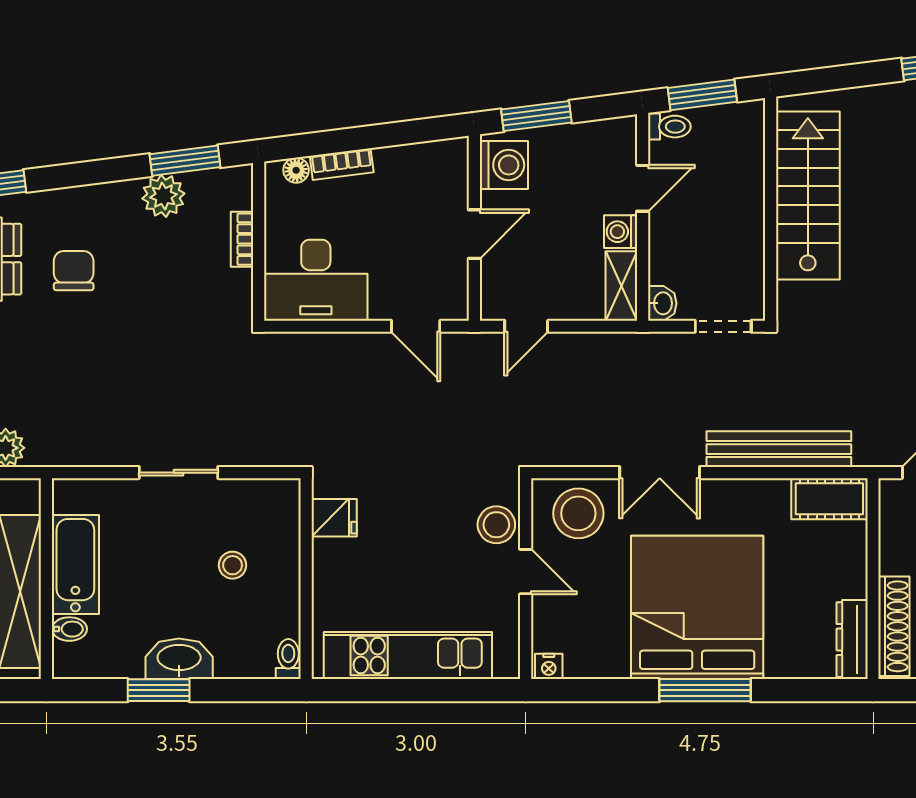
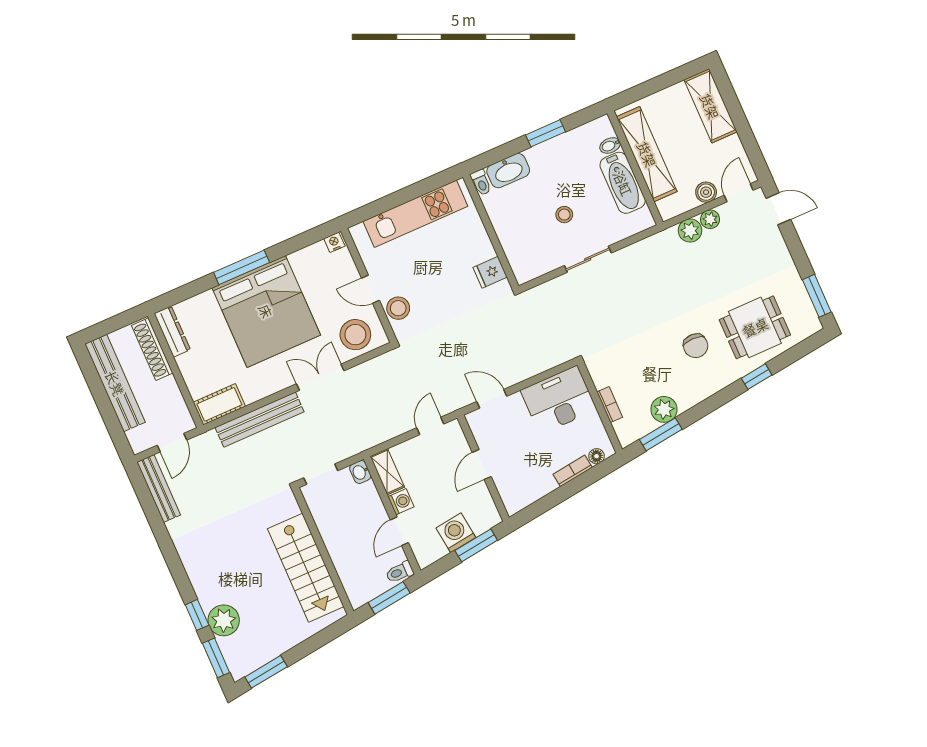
washing machine: (504, 165) -> (456, 533), moved, turned 83
stool: (233, 565) -> (564, 215), moved
washbasin: (179, 659) -> (508, 171), moved

